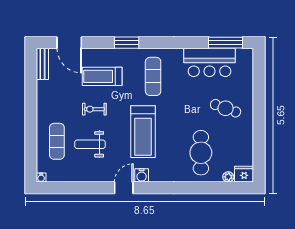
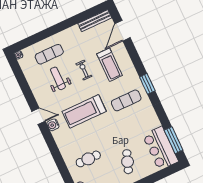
window: (127, 43) -> (147, 84), moved
bar counter: (210, 62) -> (160, 148), moved
bench: (42, 64) -> (95, 21), width x1.36
treadmill: (102, 76) -> (110, 65), turned 180
cafe table: (201, 153) -> (88, 159), width x0.73, depth x0.74

